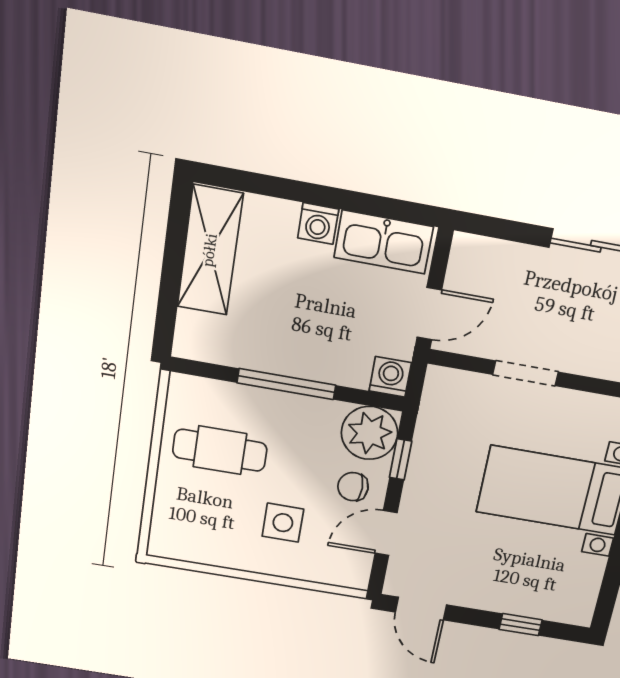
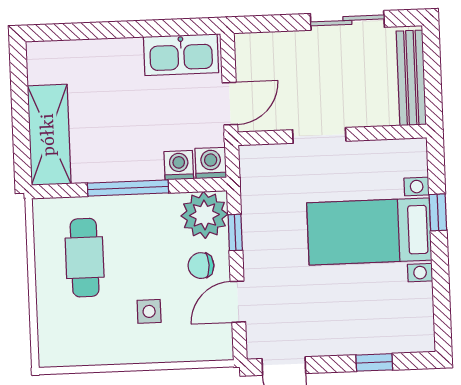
washing machine: (318, 223) -> (179, 165), moved, turned 180
shelving: (210, 250) -> (49, 135), moved
cafe table: (220, 450) -> (85, 258), turned 90
side table: (283, 523) -> (149, 311), width x0.73, depth x0.73

